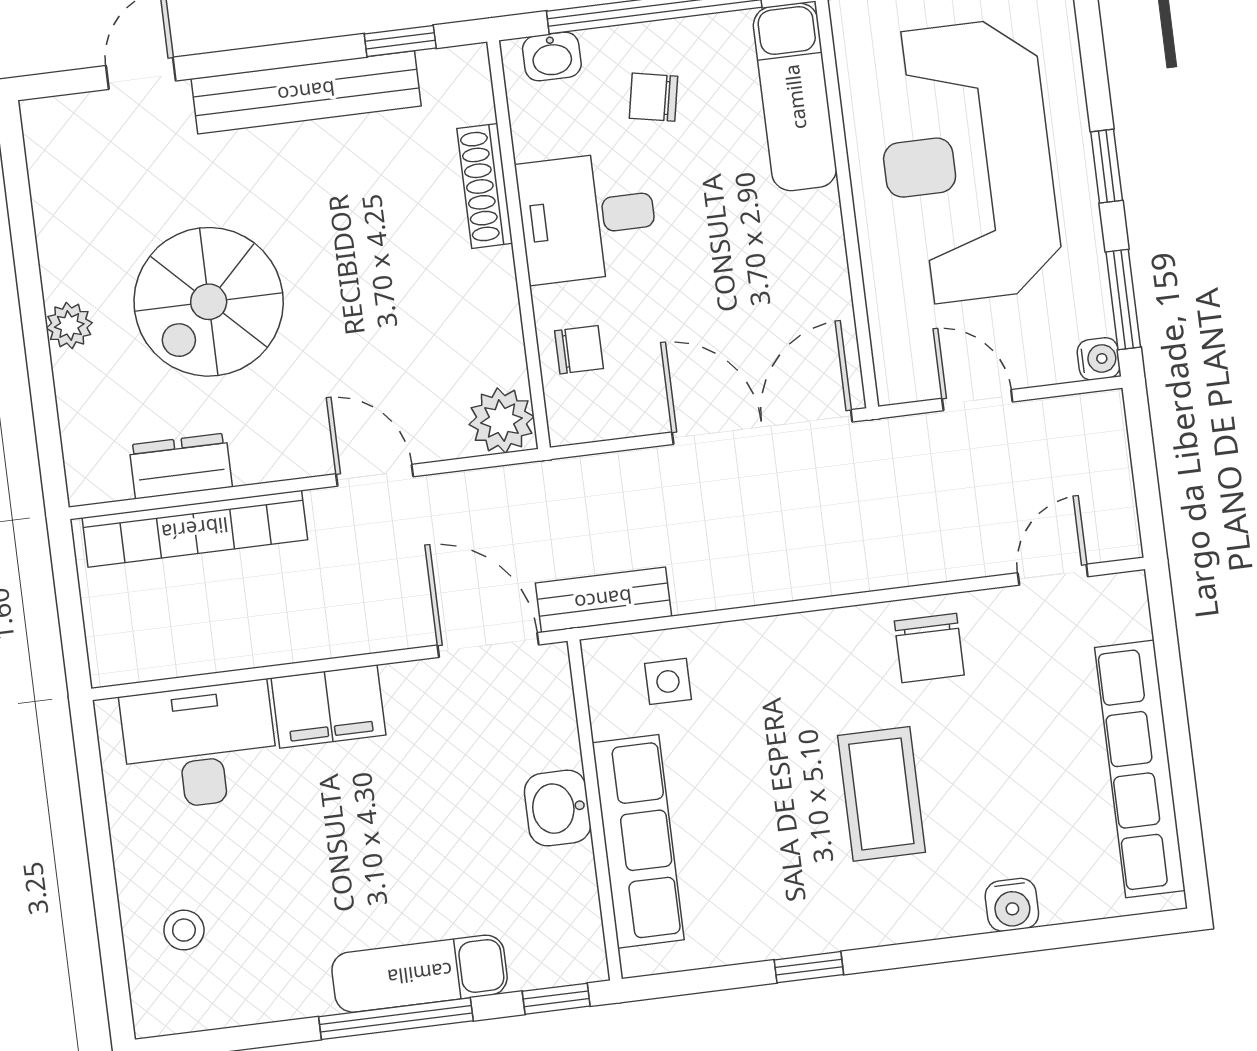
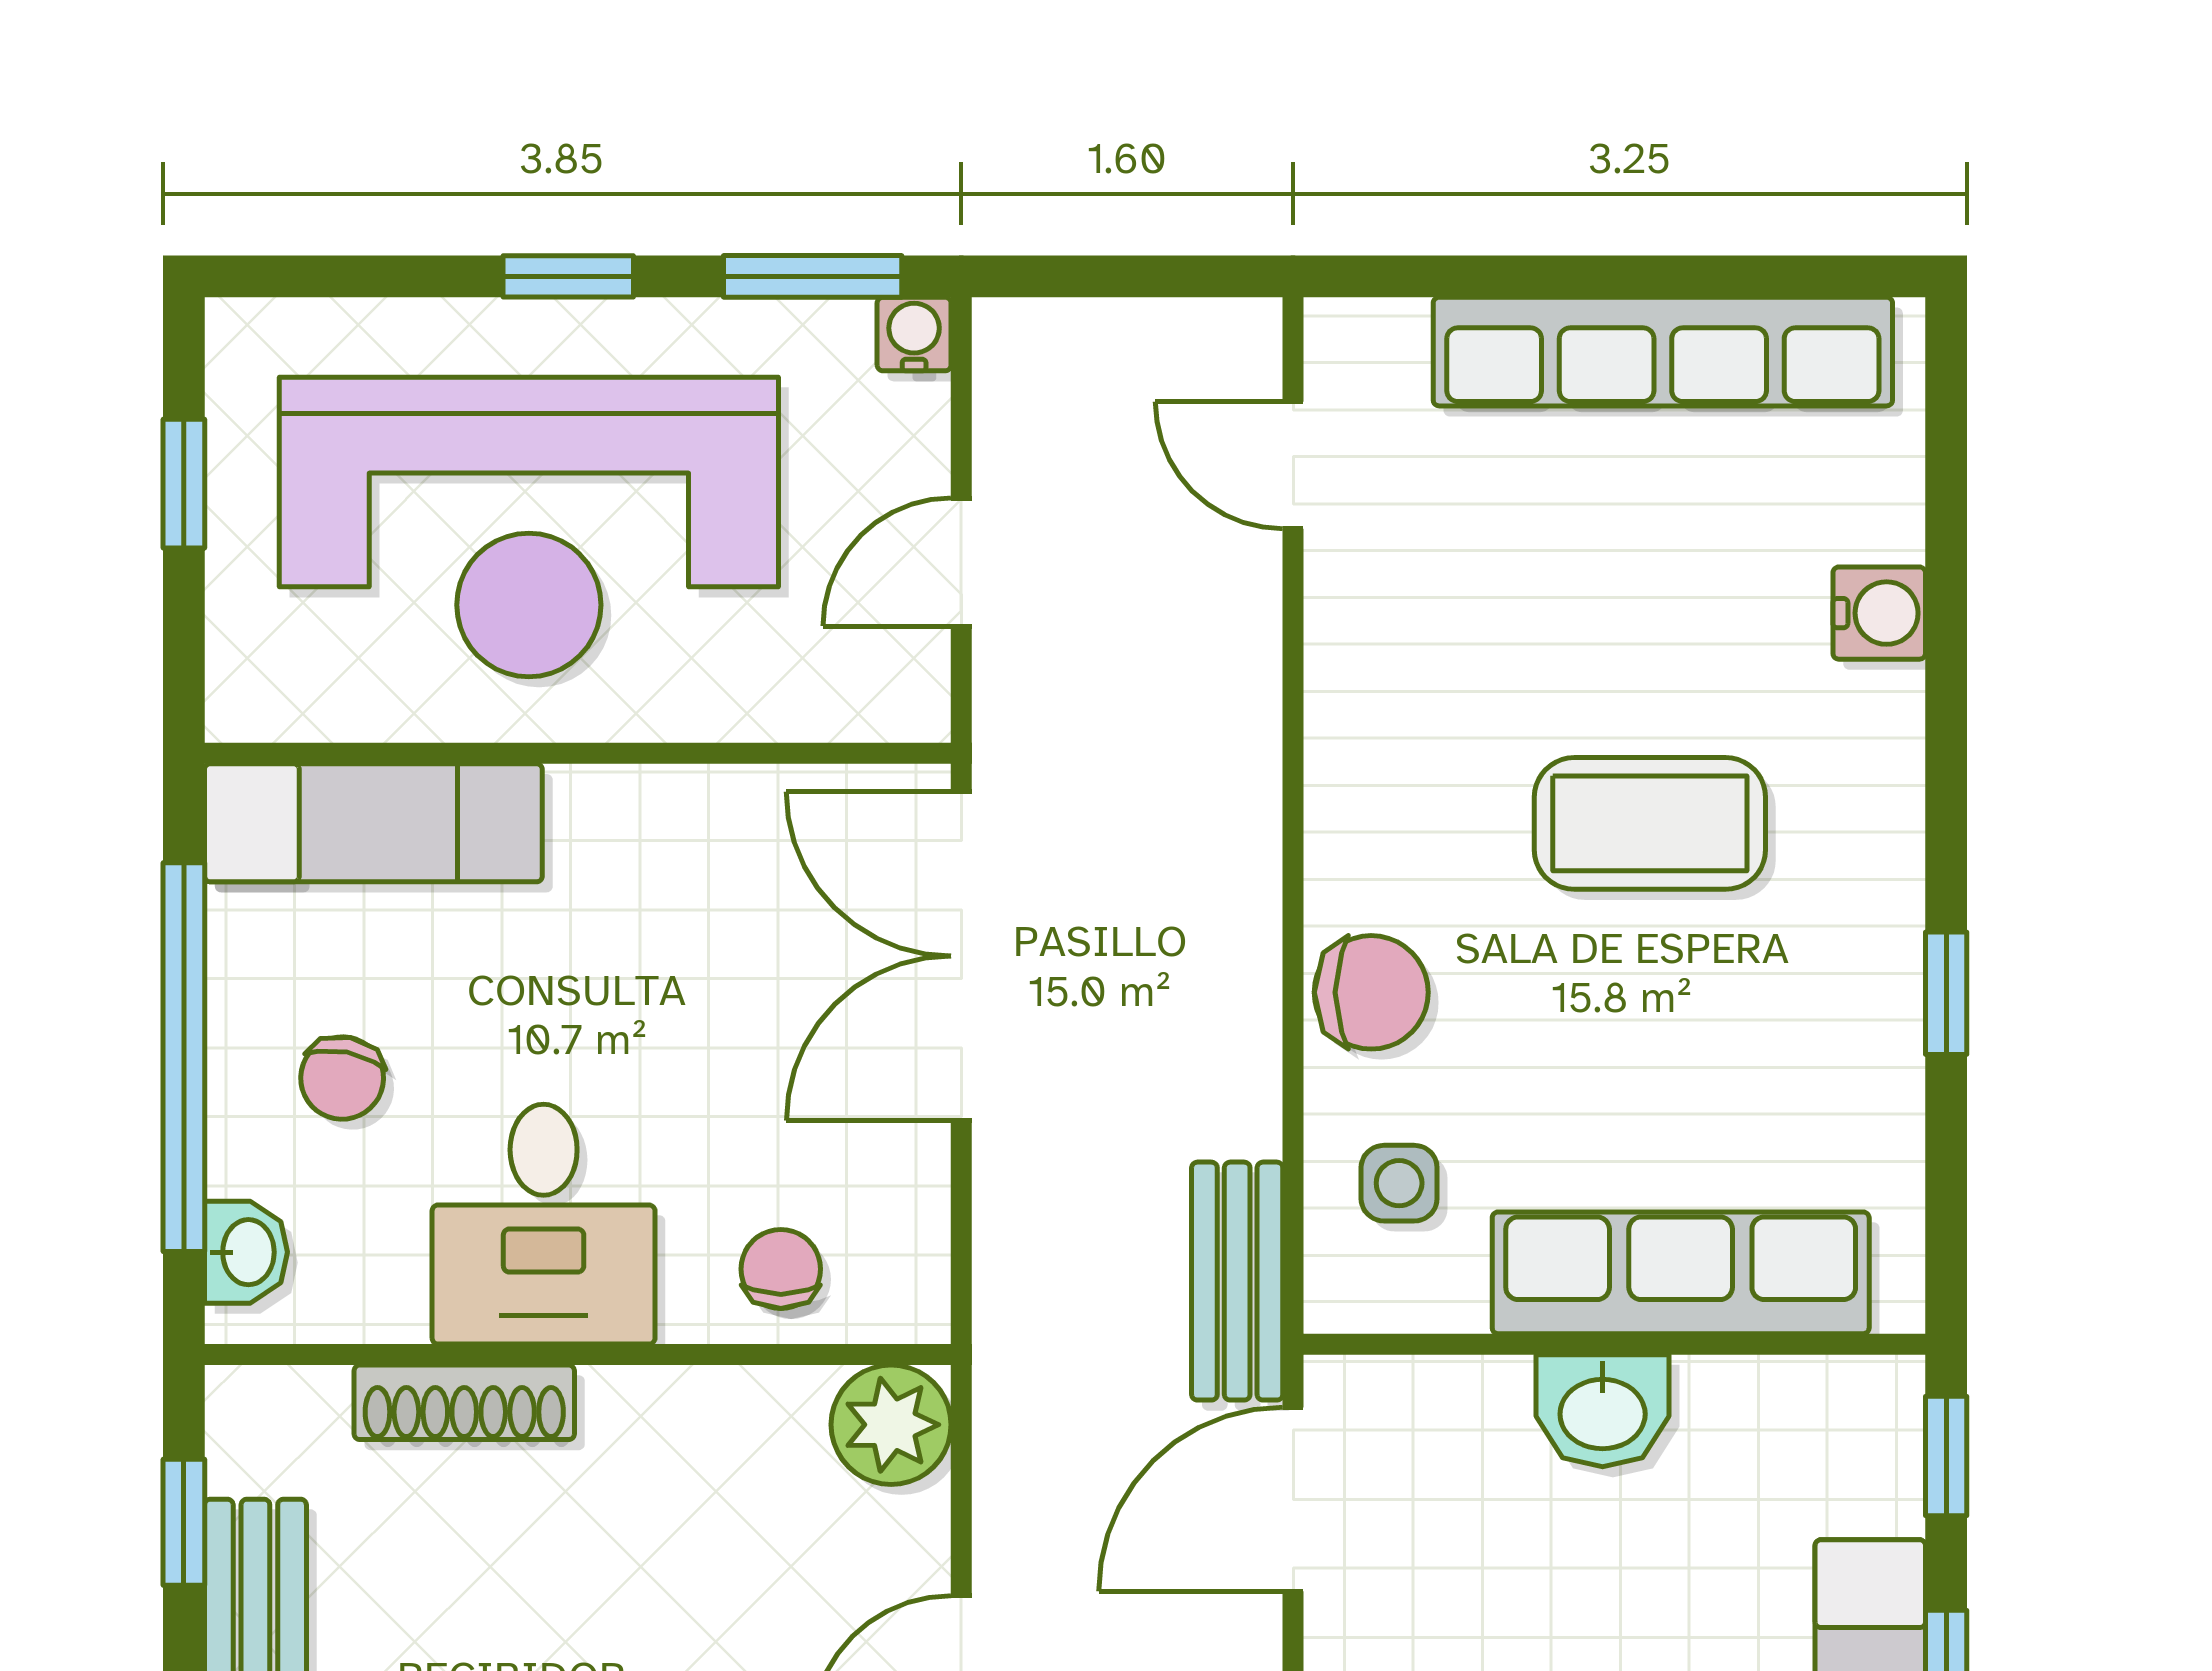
chair: (929, 648) -> (1371, 992), moved

